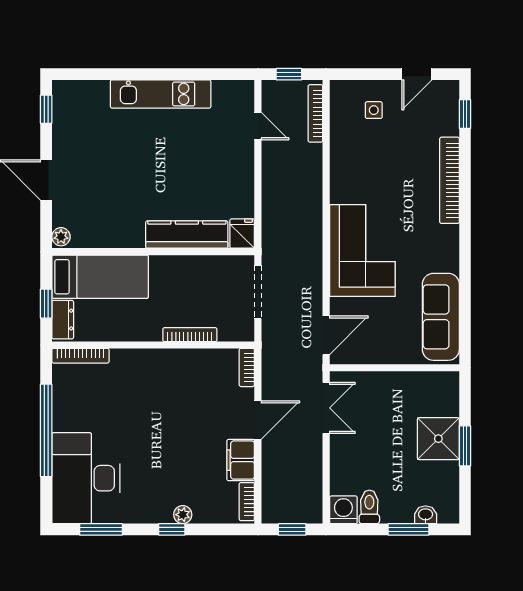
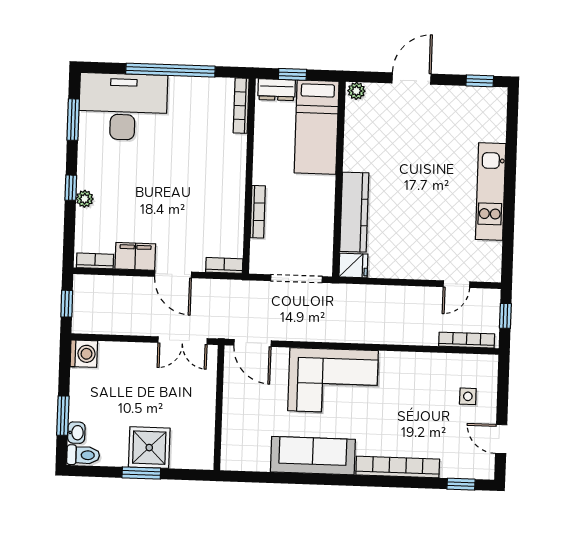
sofa: (441, 317) -> (313, 456), moved
toilet: (369, 507) -> (83, 455), moved

